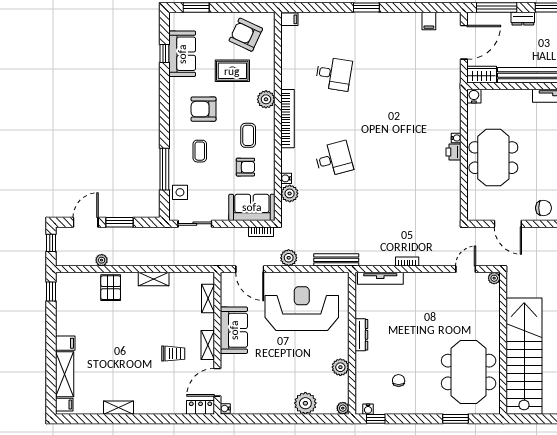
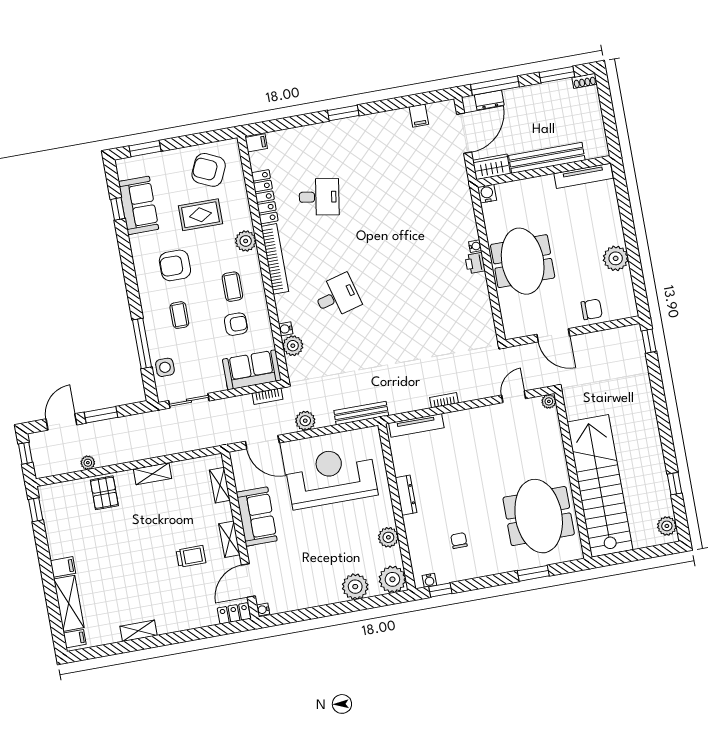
dresser: (523, 19) -> (489, 100), moved
locker: (288, 65) -> (265, 197), added
plant: (343, 408) -> (392, 579), width x1.88, depth x1.88

